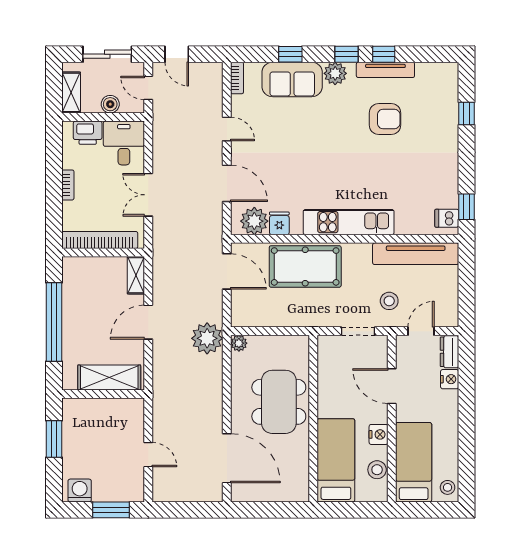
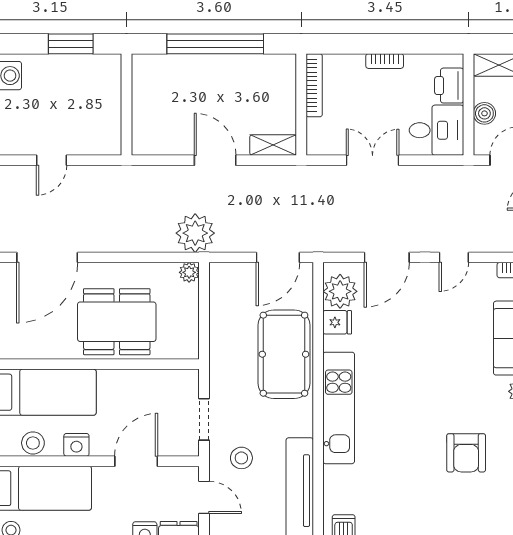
bookcase: (100, 240) -> (314, 85), width x0.68, depth x0.76
shelving: (109, 377) -> (147, 112), removed

